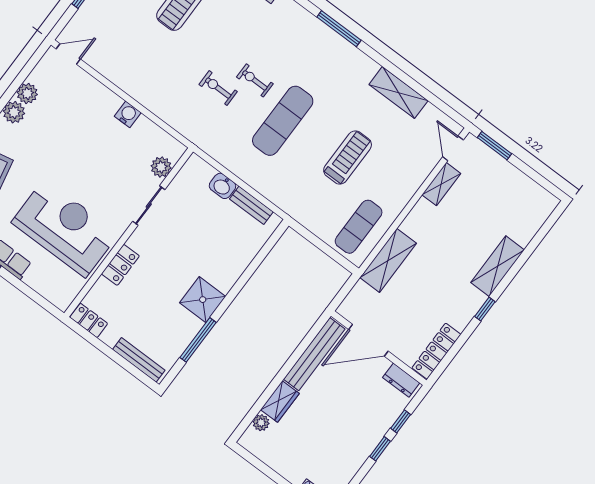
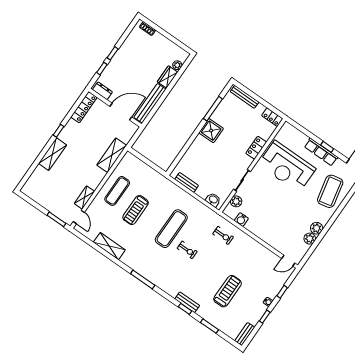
exercise bike: (218, 88) -> (223, 235), moved
water cooler: (128, 114) -> (241, 220), moved
washbasin: (222, 186) -> (213, 200), moved
exercise mat: (359, 227) -> (117, 191), moved

